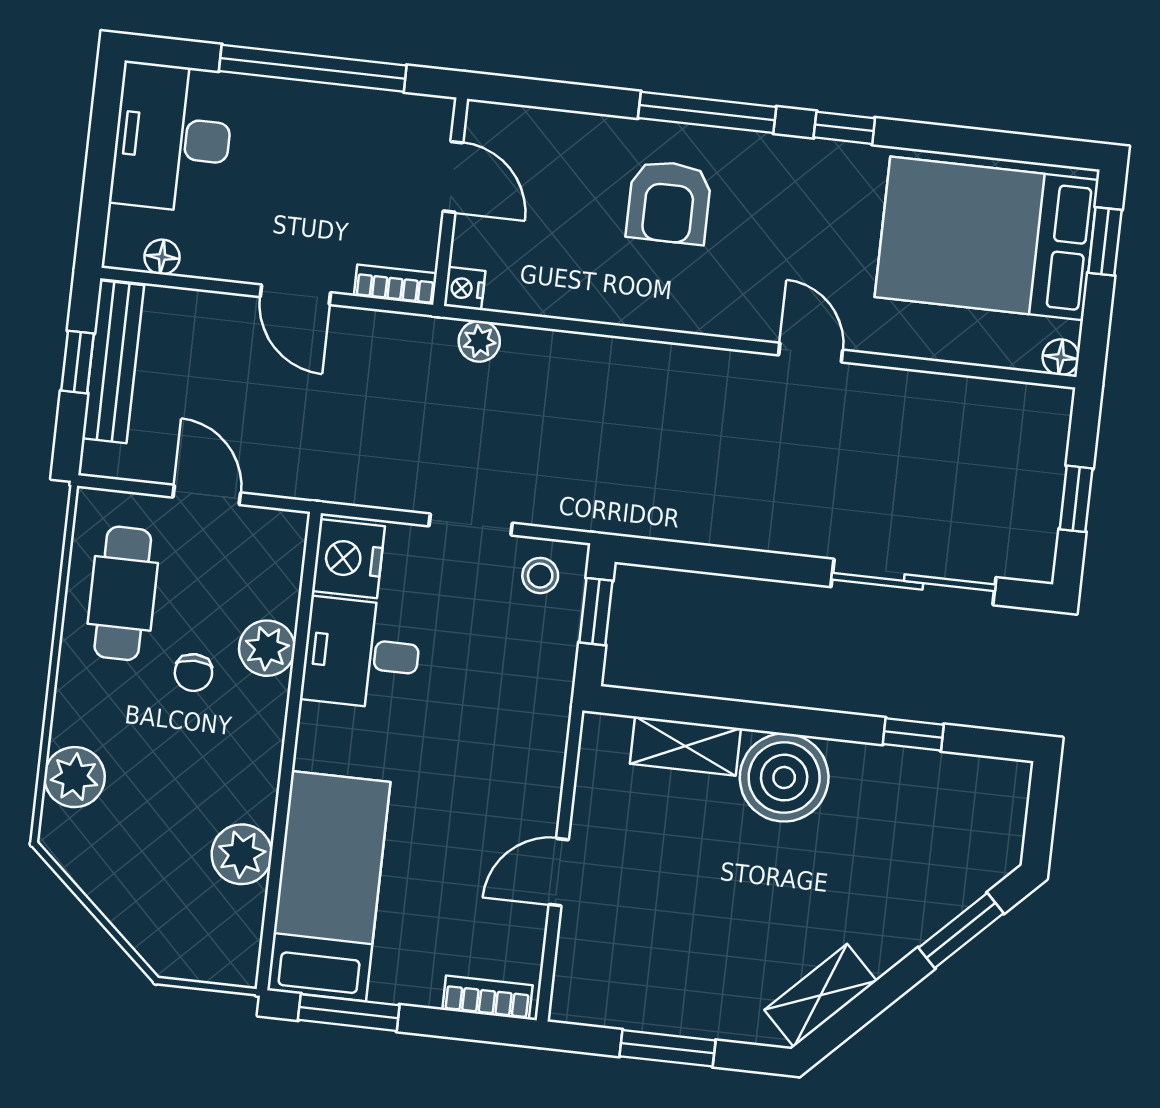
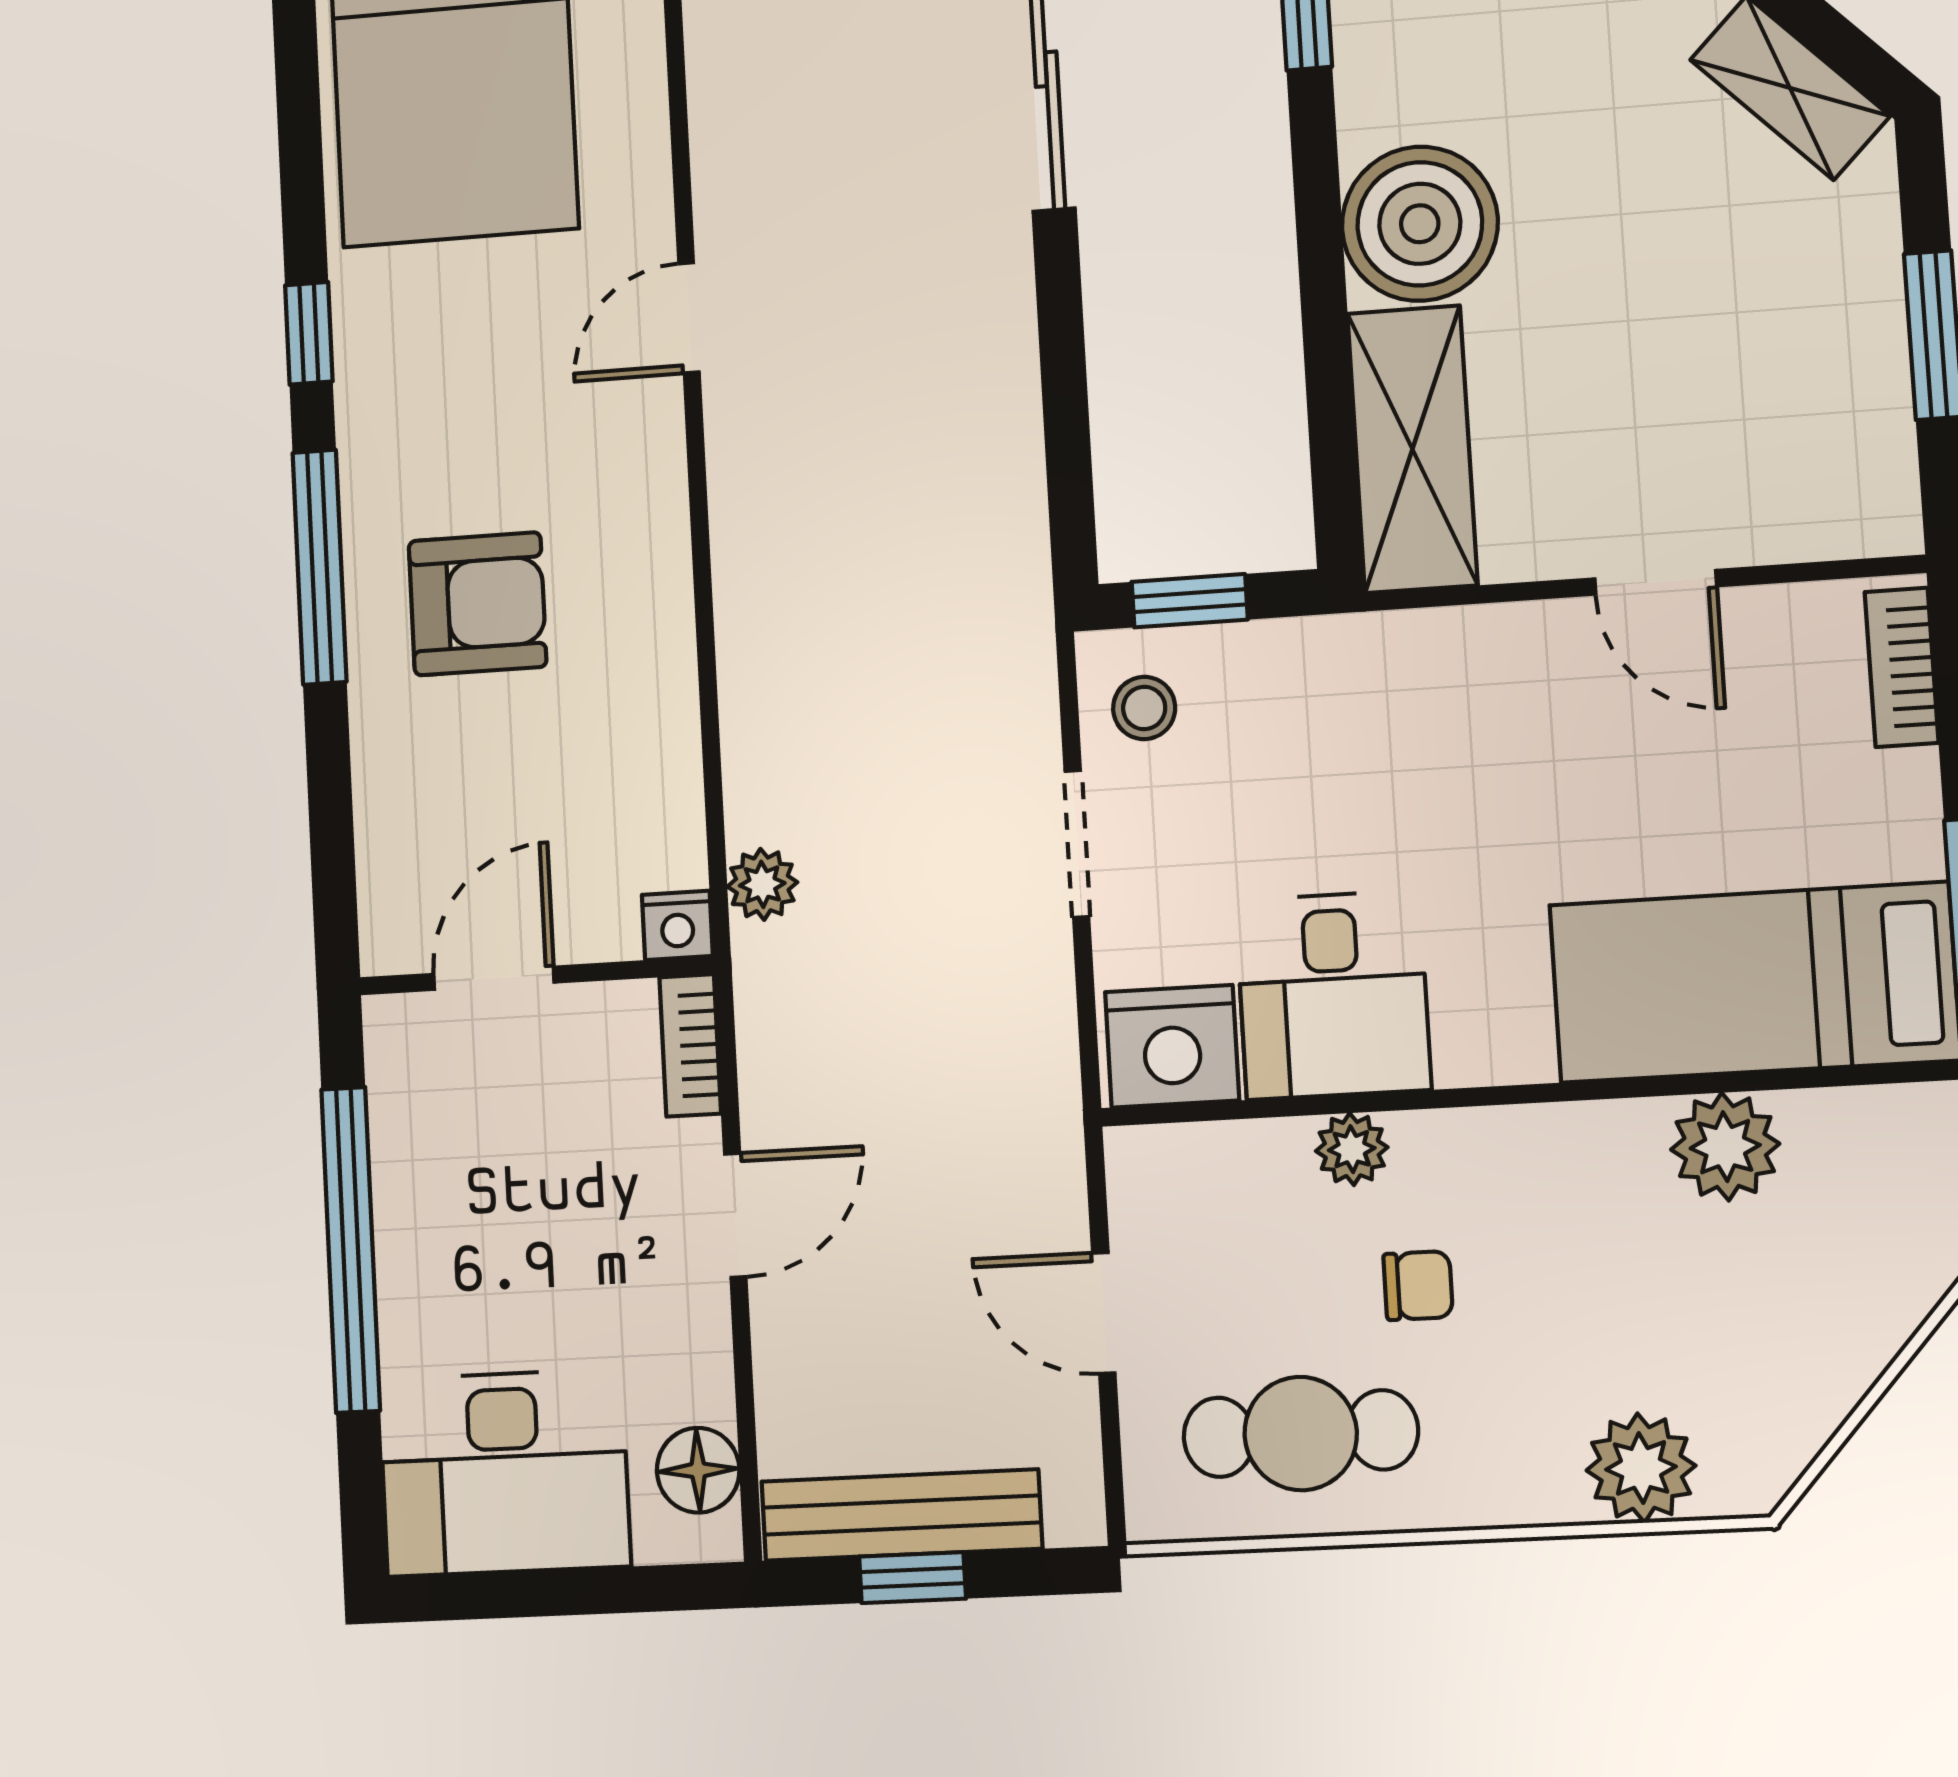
floor lamp: (162, 257) -> (698, 1470), width x1.37, depth x1.37
door: (207, 495) -> (1104, 1313), hinge flipped
plant: (267, 648) -> (1352, 1149), width x0.73, depth x0.73
shelving: (685, 746) -> (1412, 449), width x1.50, depth x1.33

